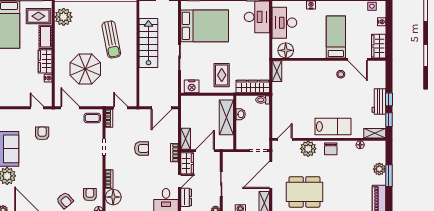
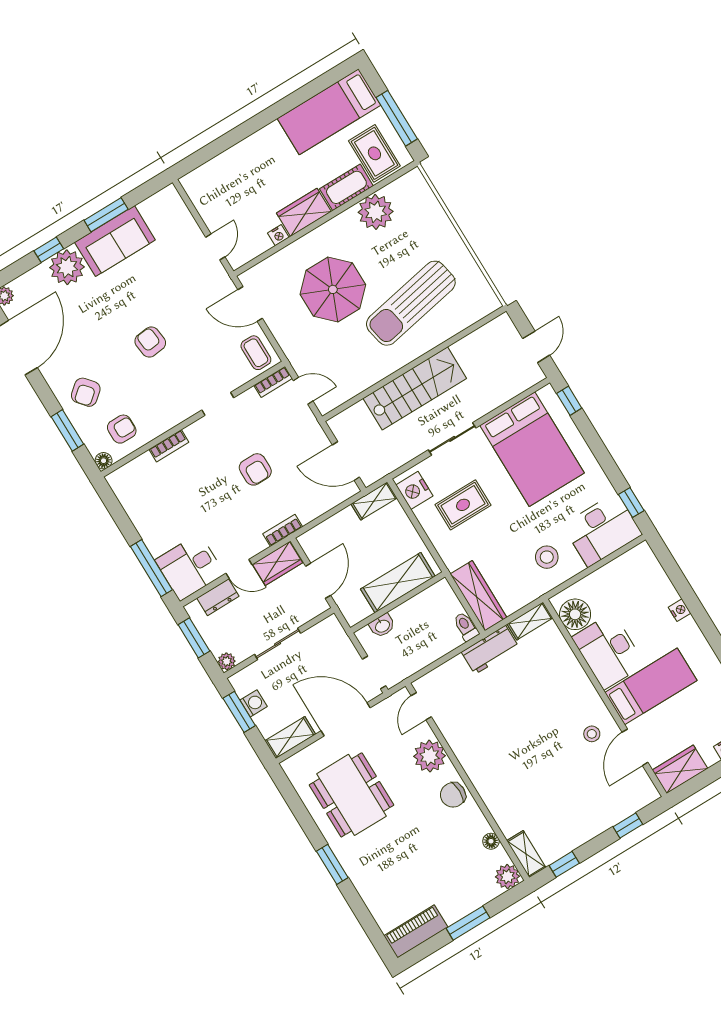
plant: (64, 17) -> (376, 212), moved
desk: (284, 23) -> (608, 651), moved, turned -90
sun lounger: (111, 39) -> (411, 303), width x1.36, depth x1.34
stairs: (148, 43) -> (415, 388), moved
stool: (254, 48) -> (547, 557), added
rug: (222, 75) -> (463, 505), moved
window: (389, 99) -> (628, 825), moved
workbench: (379, 102) -> (490, 650), moved, turned 180
door: (70, 108) -> (250, 304), swing flipped
door: (121, 108) -> (303, 391), hinge flipped
washbasin: (241, 114) -> (382, 626), moved
lab bench: (333, 127) -> (494, 775), removed
armchair: (42, 133) -> (150, 342), moved, turned -96
shelving: (186, 139) -> (374, 501), moved
door: (285, 139) -> (421, 706), swing flipped
door: (205, 151) -> (318, 581), hinge flipped
plant: (379, 169) -> (507, 876), moved
floor lamp: (113, 197) -> (142, 472), removed

